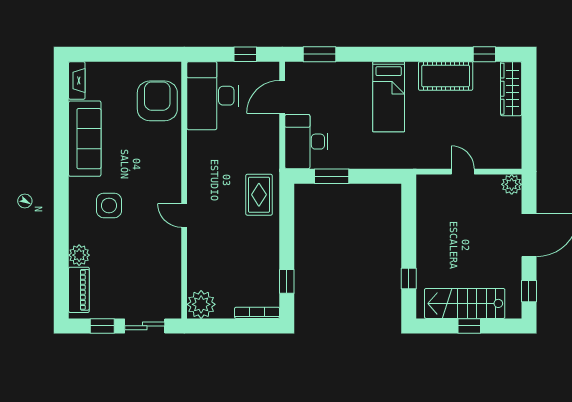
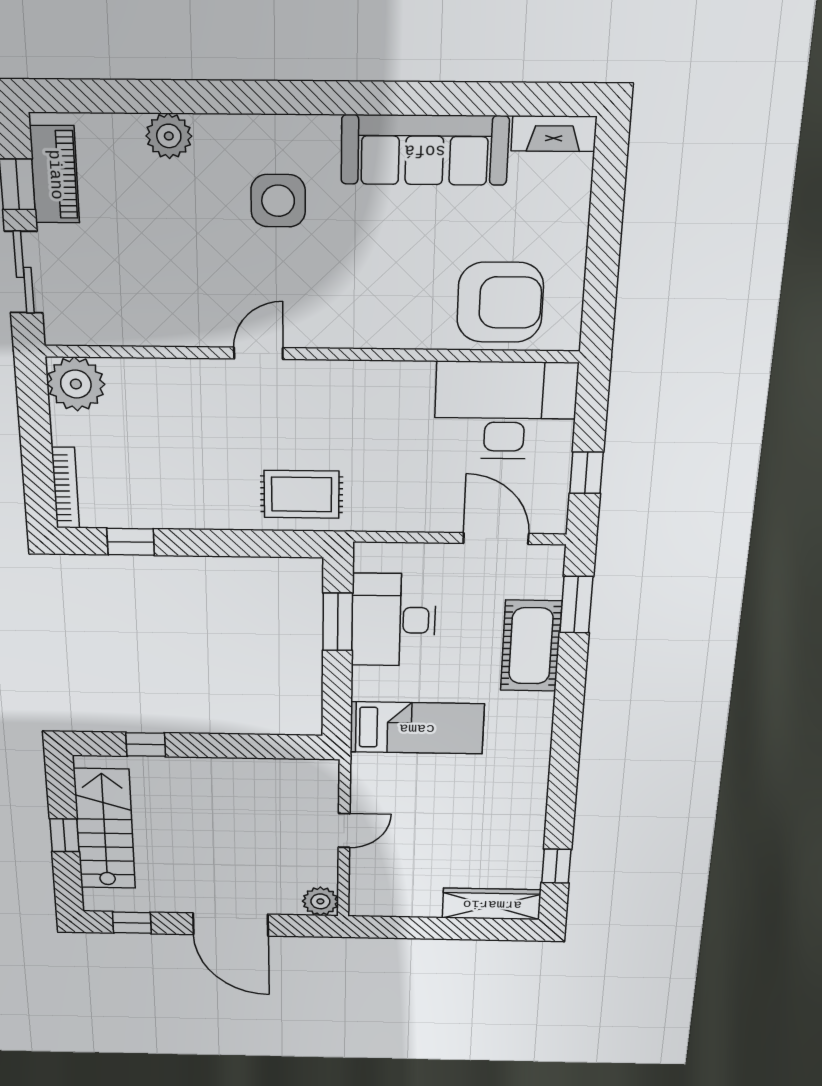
cot: (446, 76) -> (531, 646), moved
bed: (389, 97) -> (417, 728), moved, turned 180
desk: (306, 142) -> (393, 620), moved, turned -90
piano: (79, 290) -> (55, 175), moved, turned -90

